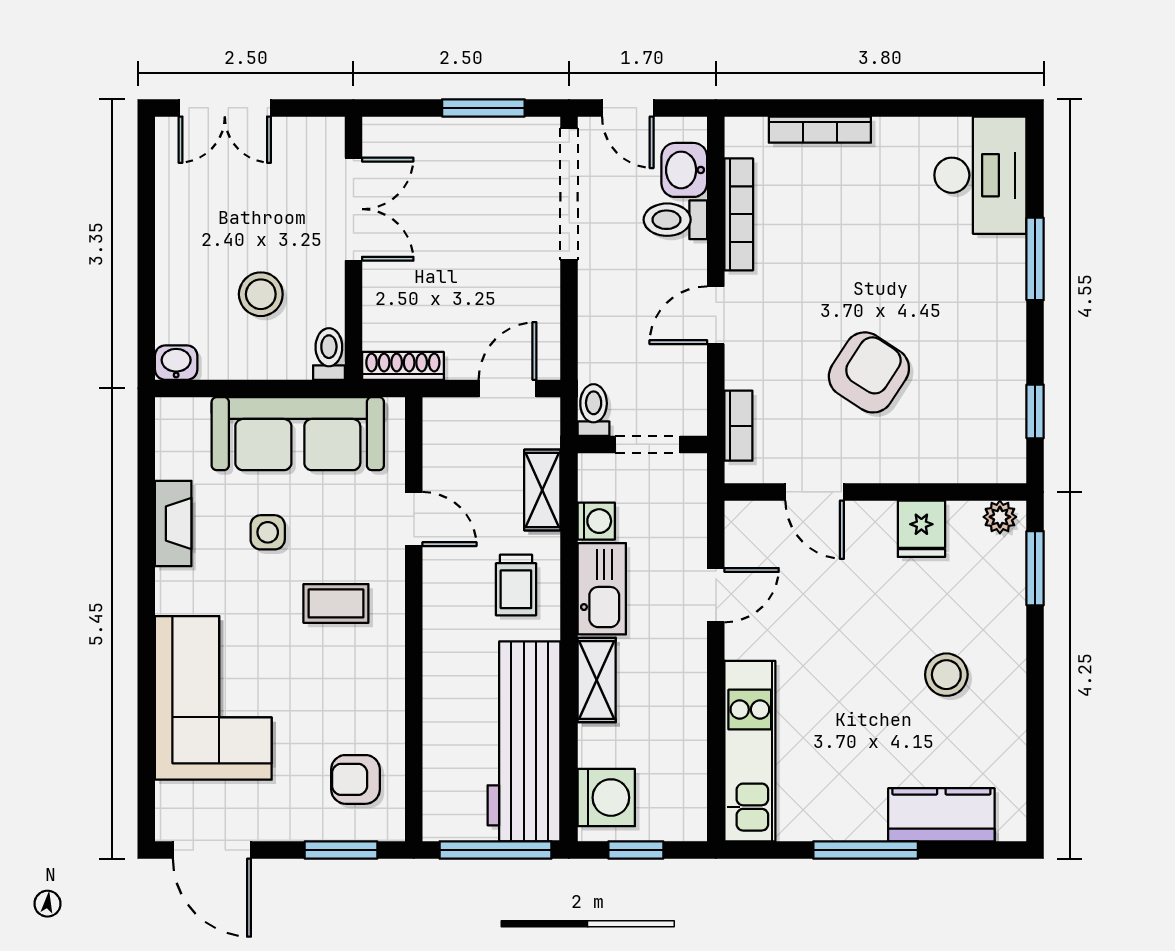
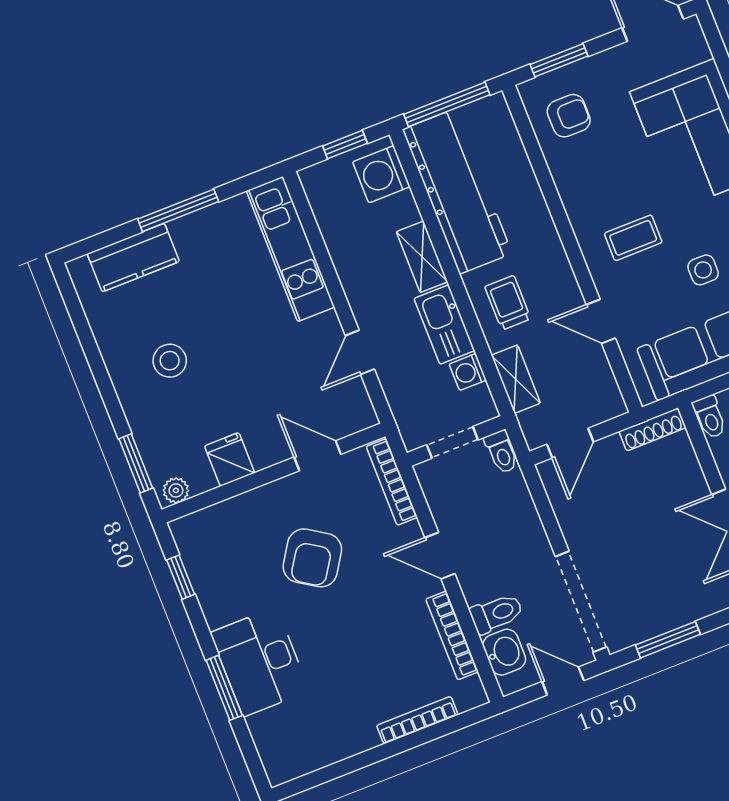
desk: (980, 175) -> (260, 662), moved
door: (716, 315) -> (440, 556), swing flipped
bookcase: (738, 426) -> (392, 482), width x1.56

